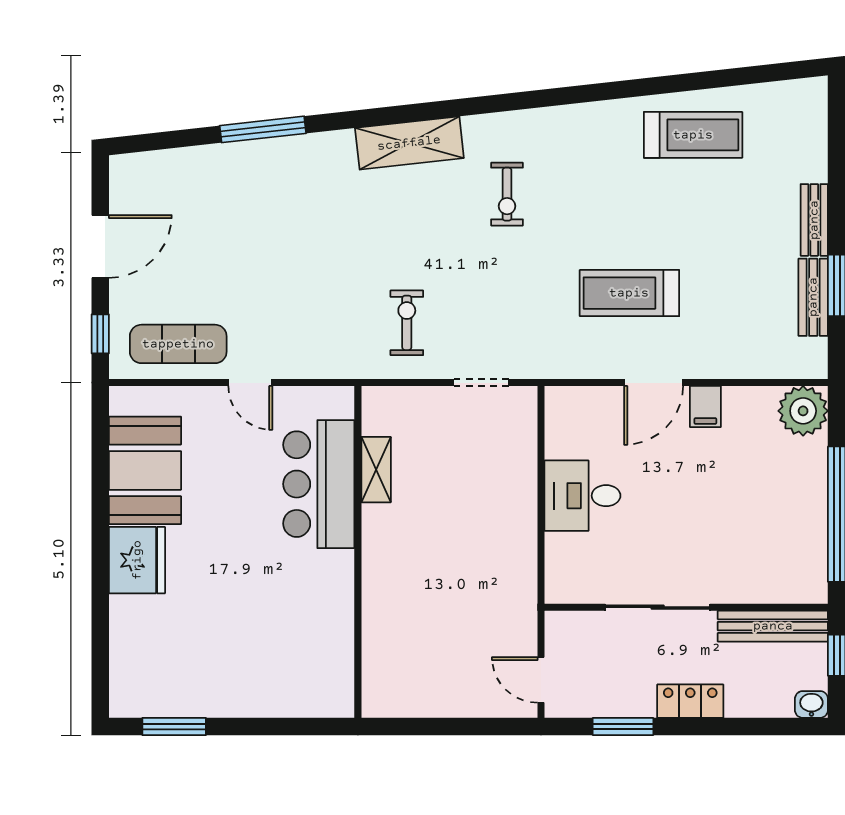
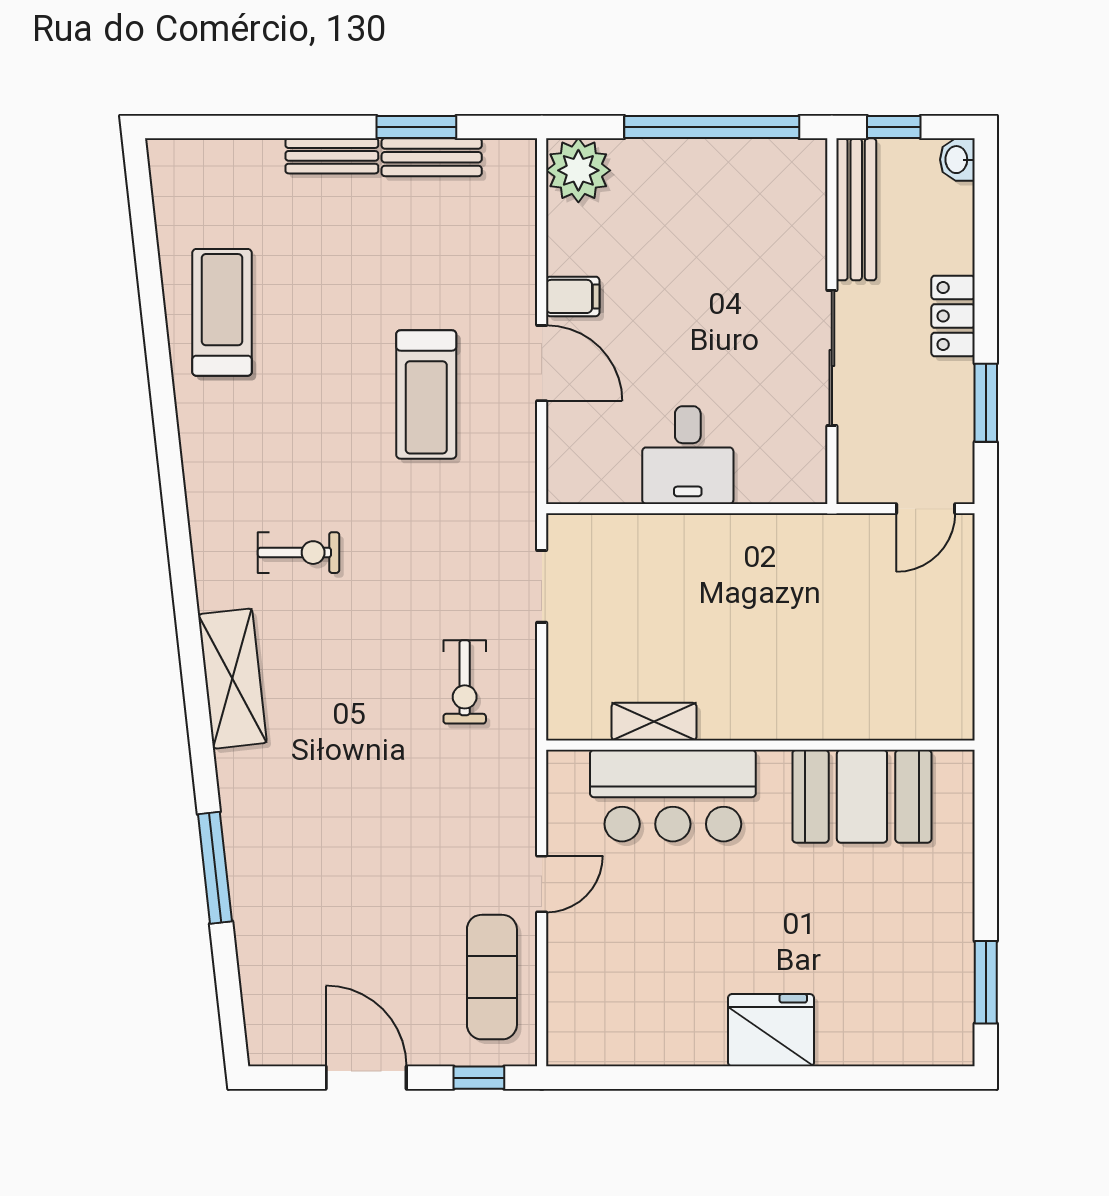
exercise bike: (407, 323) -> (465, 682), turned -90
booth: (145, 470) -> (862, 796), moved

